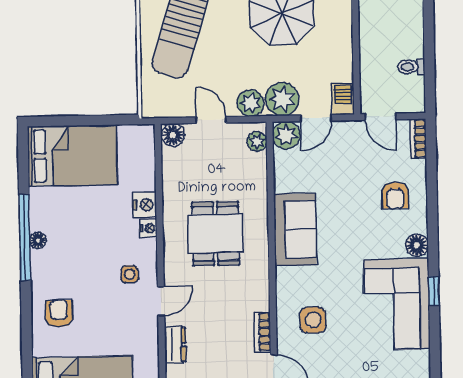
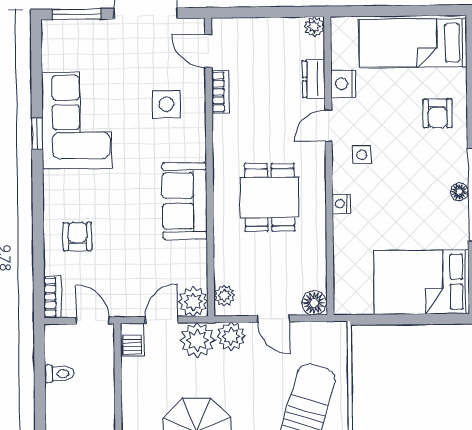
nightstand: (145, 205) -> (343, 84), moved
floor lamp: (417, 245) -> (55, 183), removed

